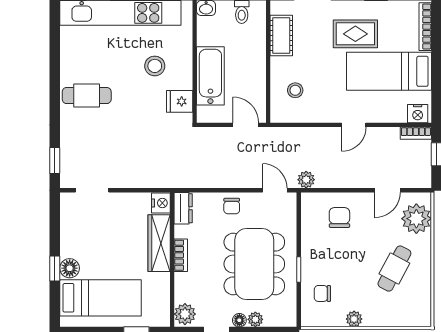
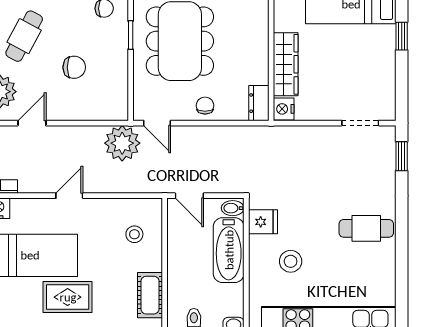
bidet: (207, 114) -> (233, 208), added
plant: (306, 180) -> (122, 143), width x1.88, depth x1.88
chair: (339, 218) -> (74, 67), moved, turned -90
bookcase: (181, 255) -> (262, 51), removed
floor lamp: (70, 268) -> (385, 36), removed

